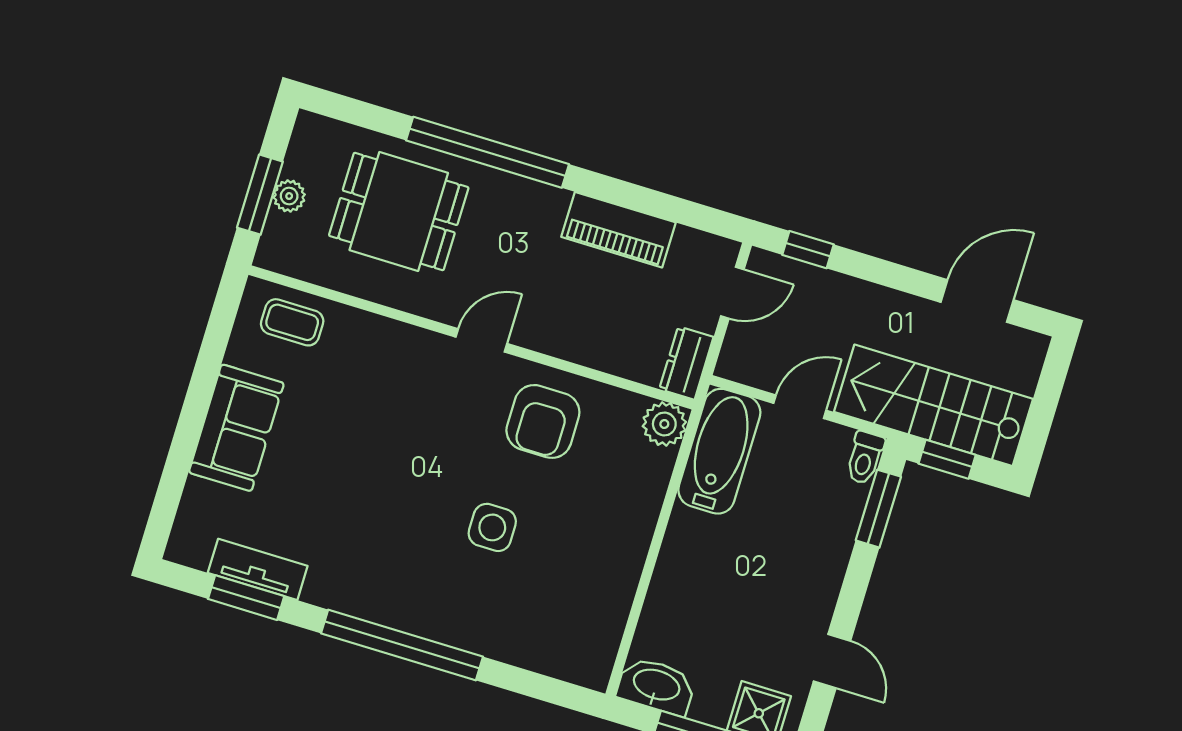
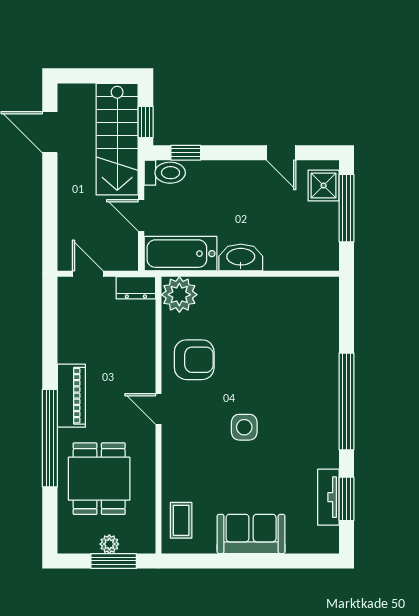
piano: (619, 230) -> (71, 396), moved
window: (808, 250) -> (50, 238), removed
plant: (664, 424) -> (179, 295), width x1.36, depth x1.36
toilet: (865, 458) -> (165, 173), width x1.37, depth x1.39
window: (878, 509) -> (186, 153), width x0.67
side table: (492, 527) -> (244, 427), moved
door: (832, 661) -> (281, 153), swing flipped
washbasin: (656, 686) -> (241, 257), moved, turned 90

